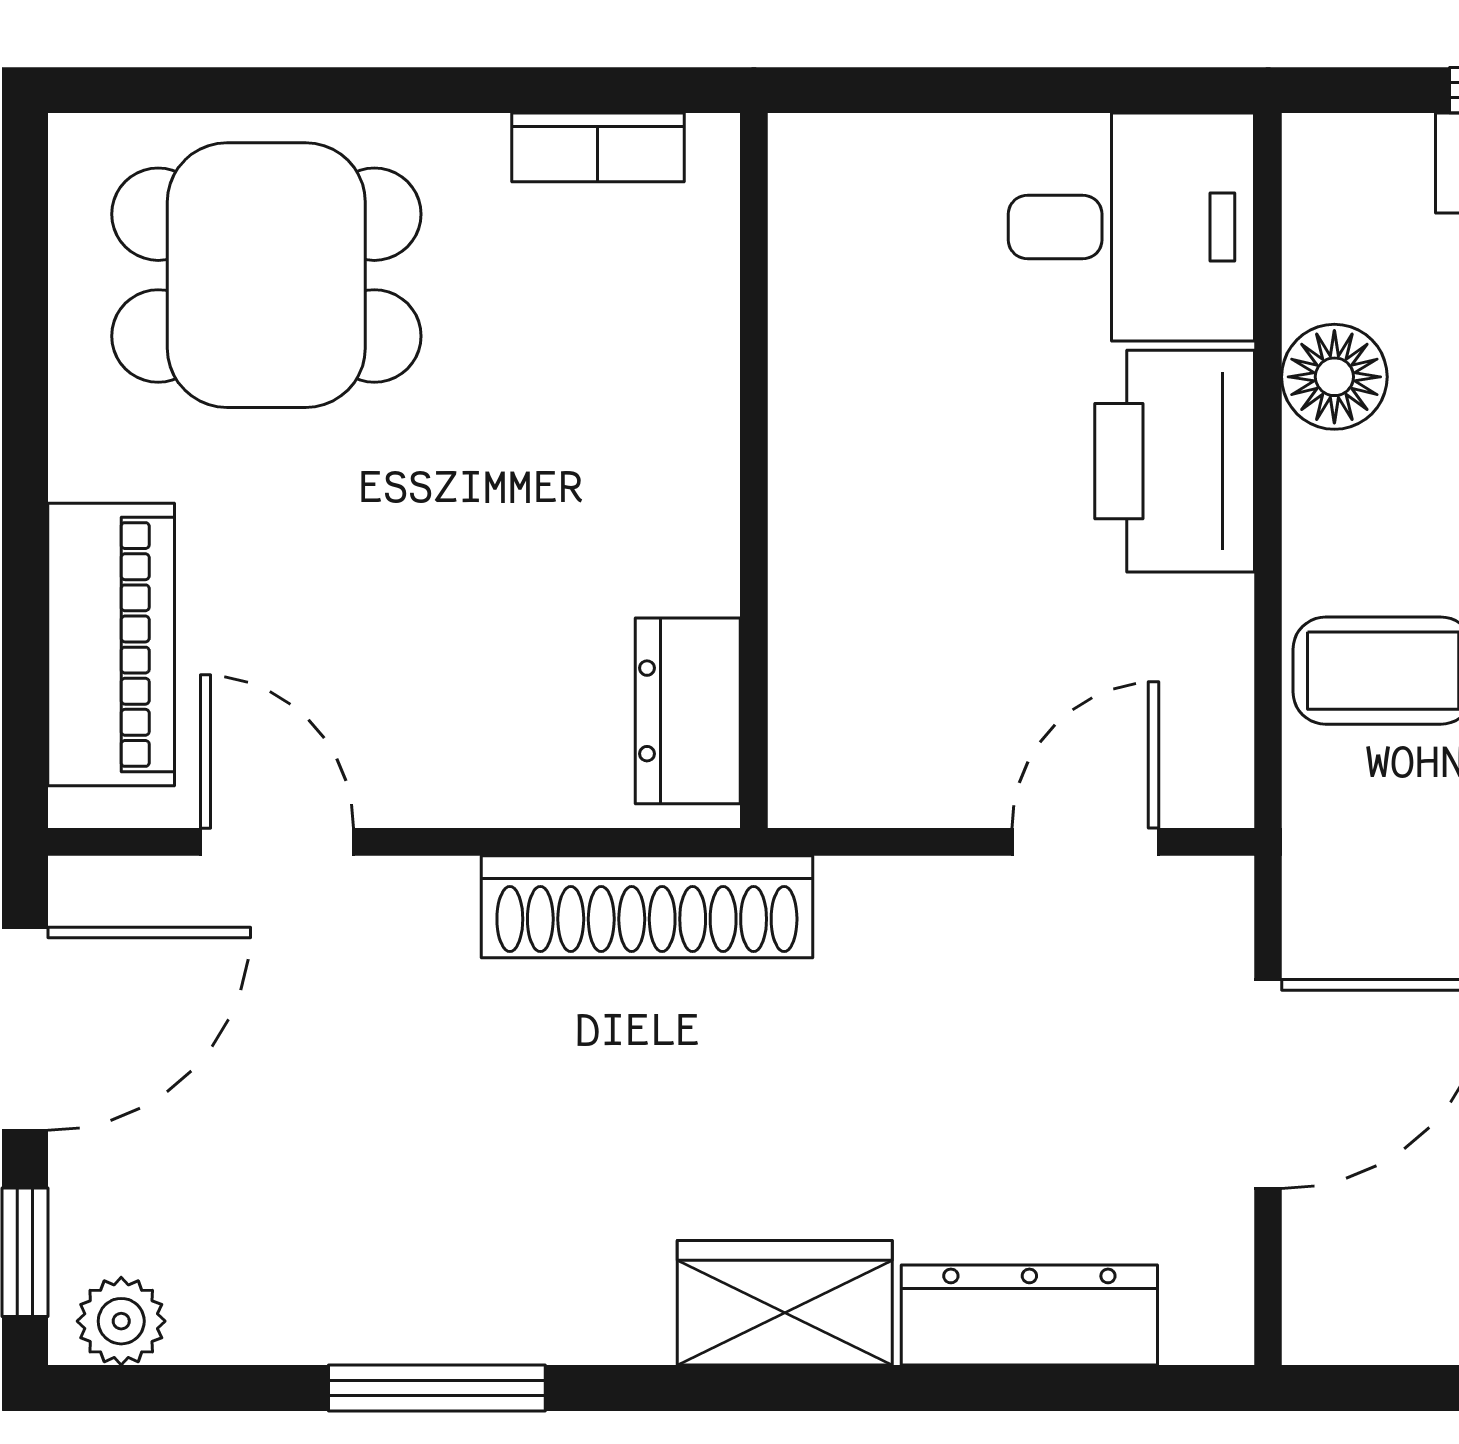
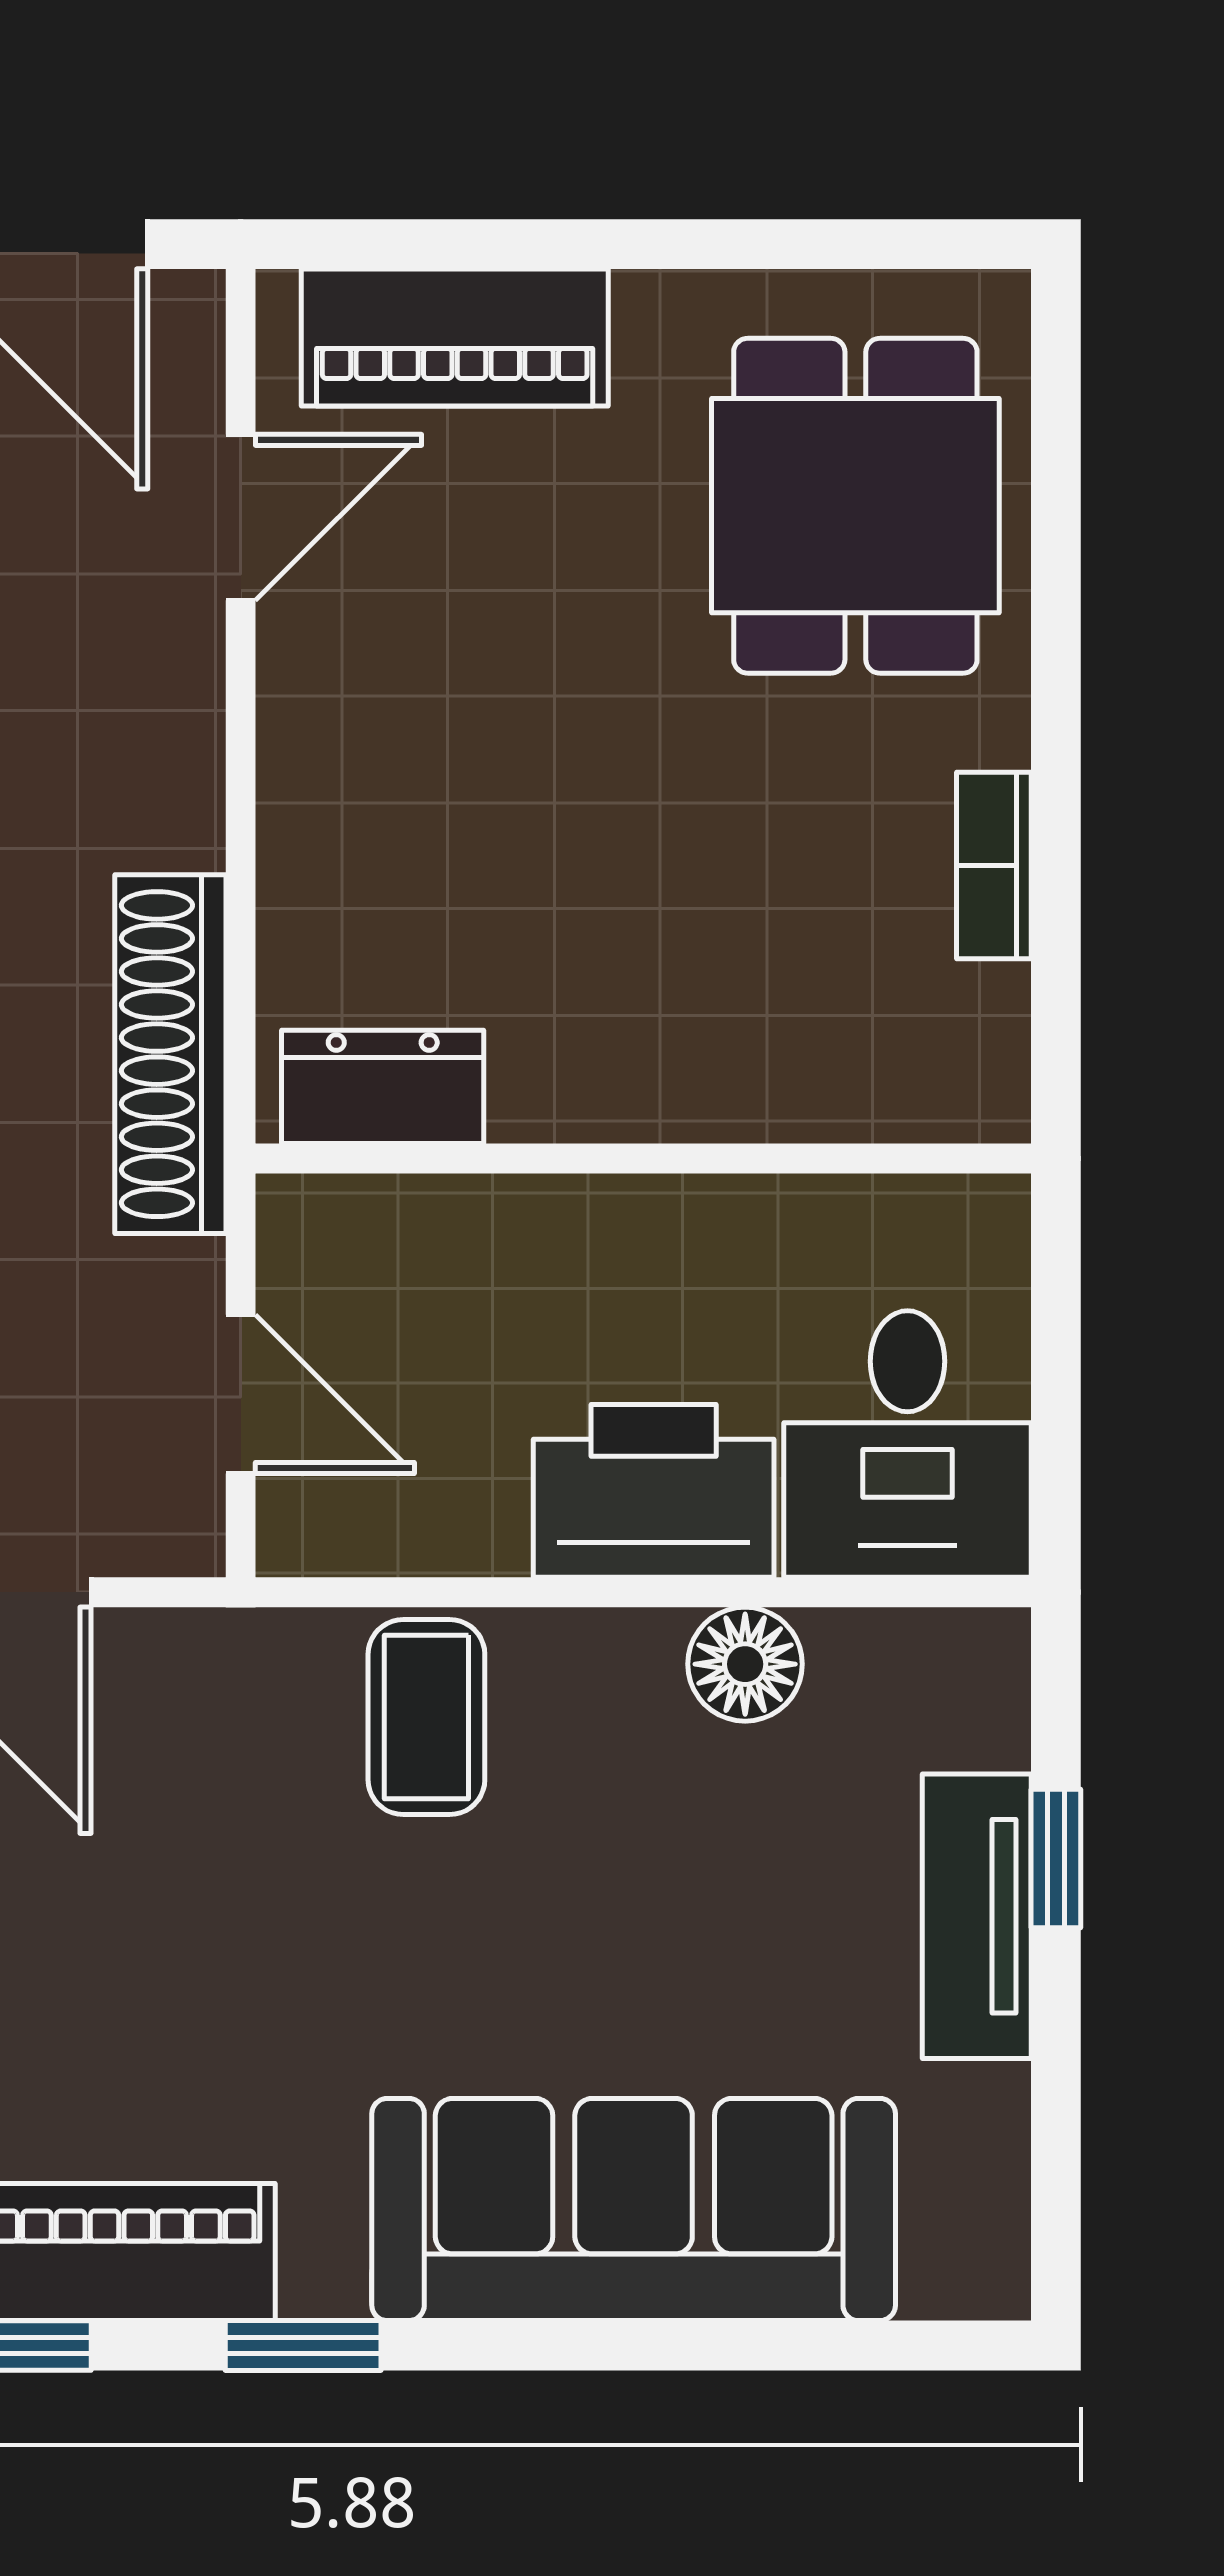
wall: (754, 471) -> (643, 1158), moved
dresser: (688, 711) -> (383, 1087), moved
shoe rack: (647, 907) -> (170, 1054), moved

